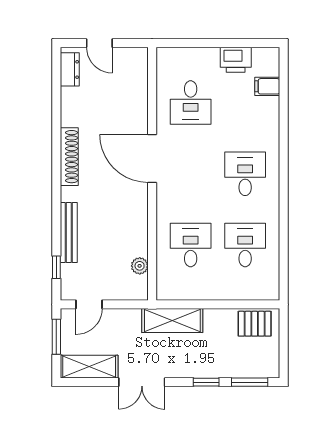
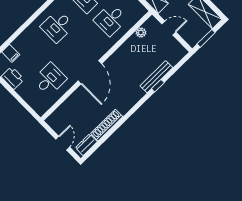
shoe rack: (69, 157) -> (107, 125), moved
window: (56, 267) -> (158, 86), moved
door: (89, 304) -> (169, 28), moved

